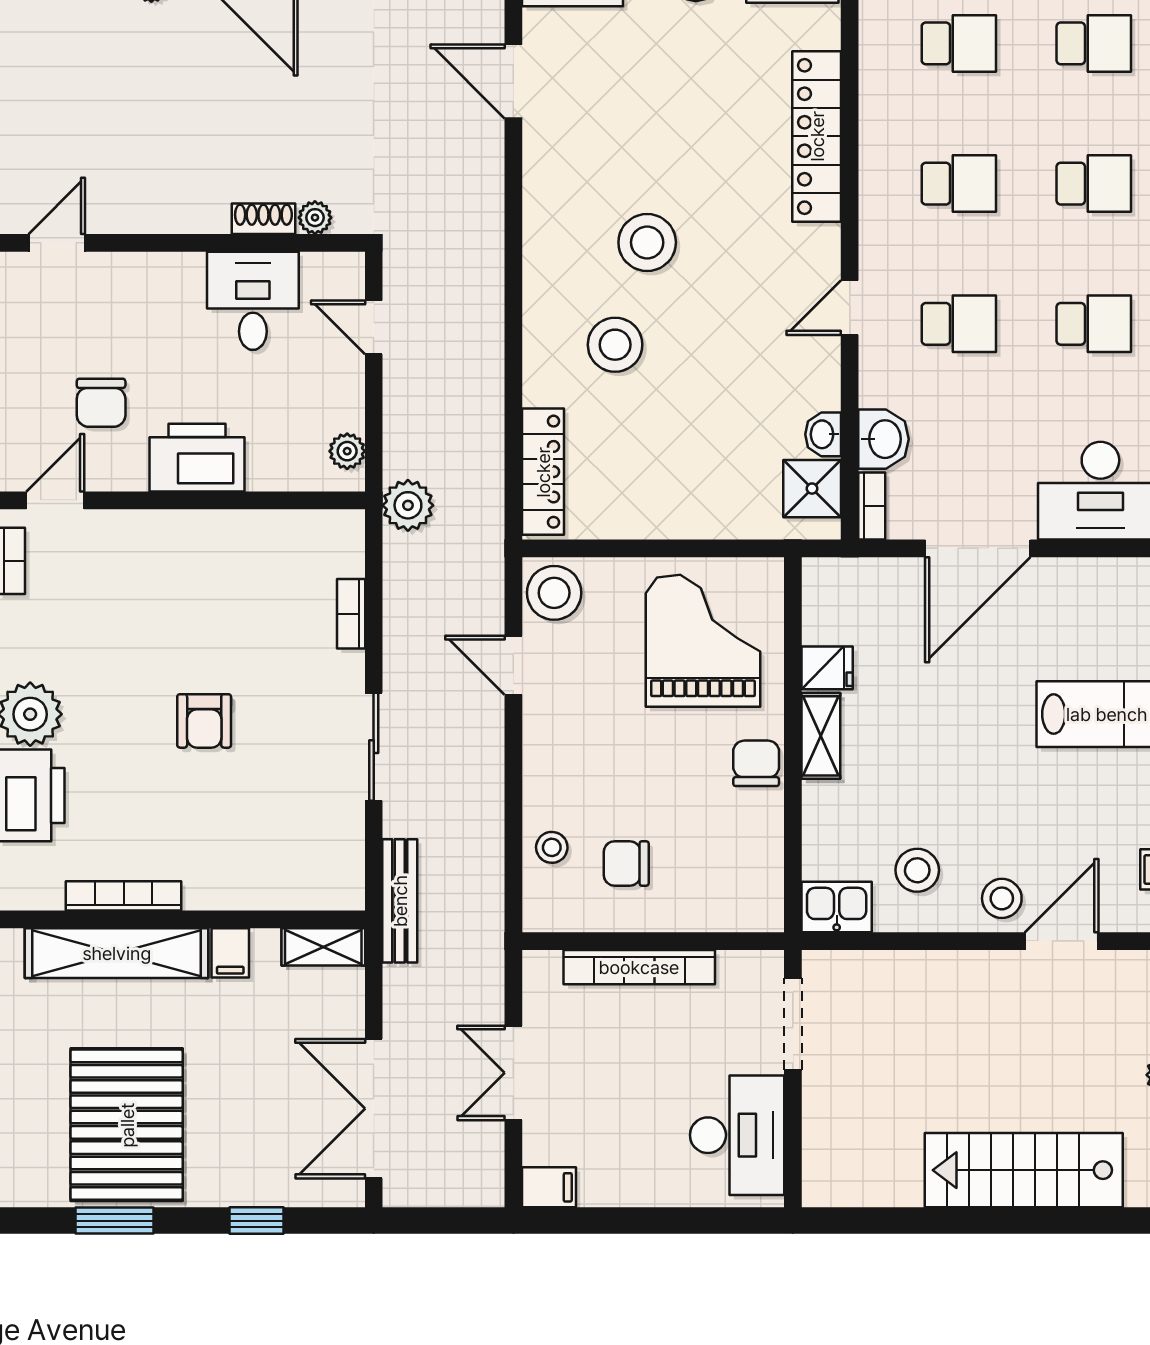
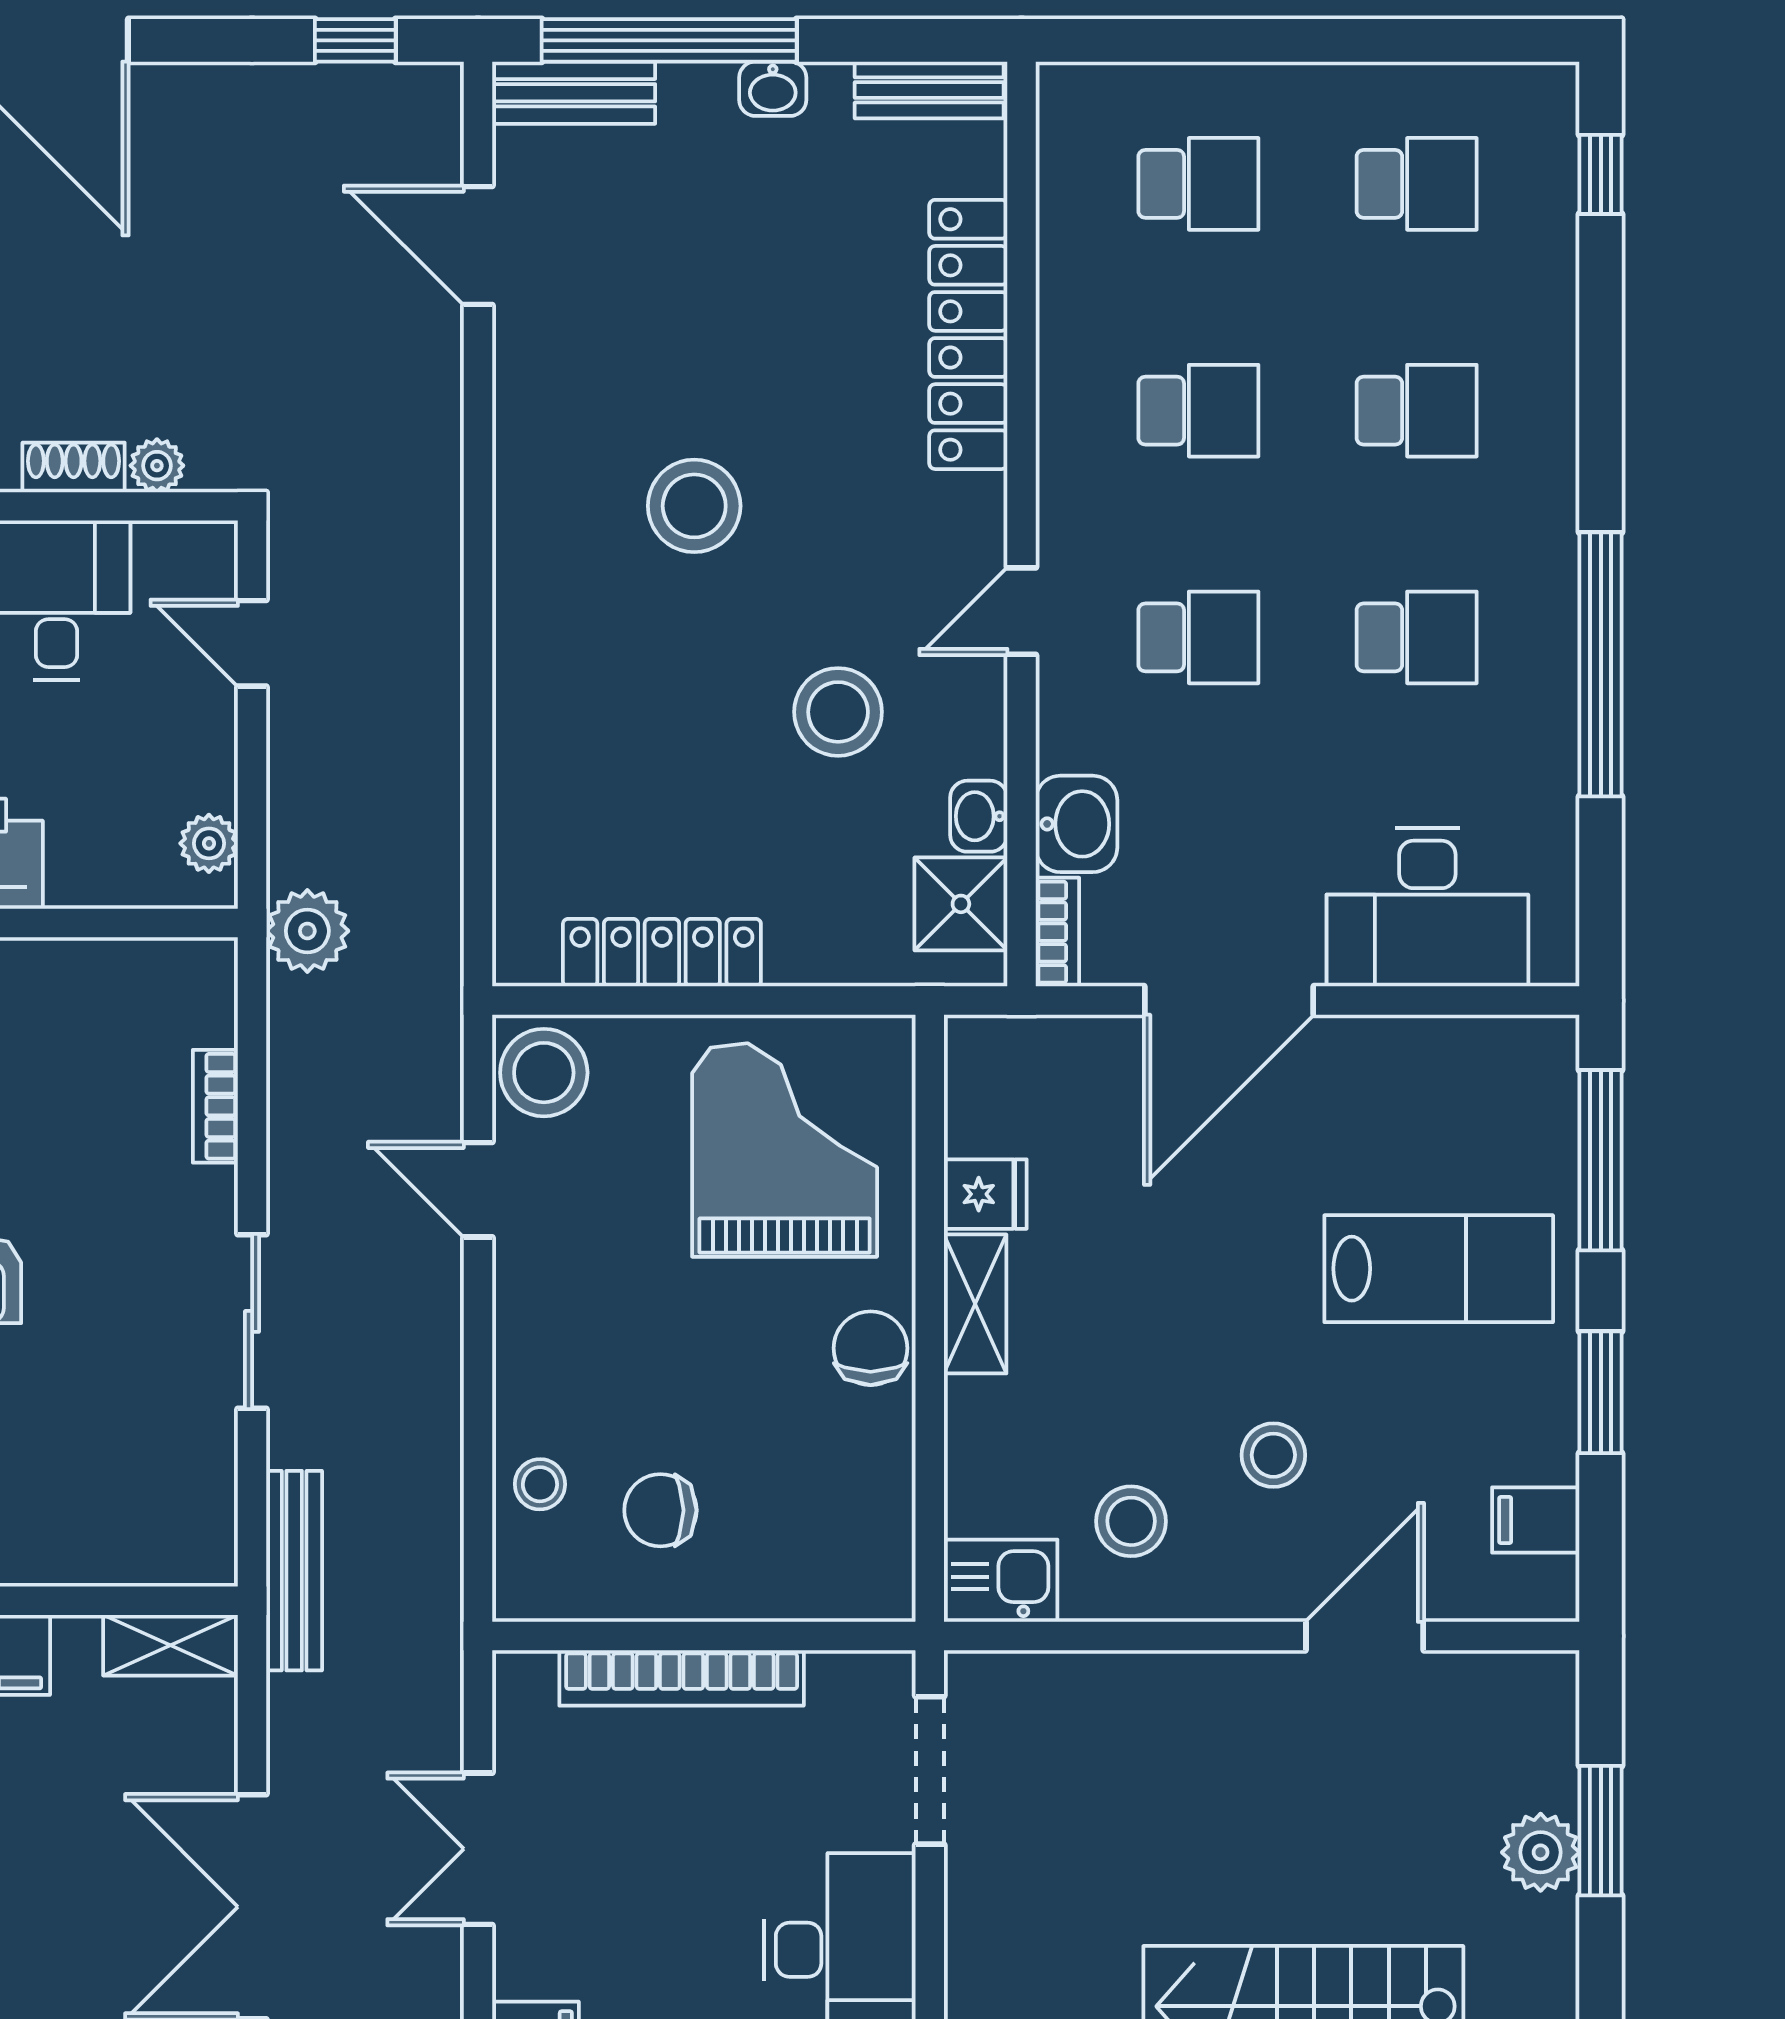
stool: (615, 345) -> (838, 712), moved
locker: (543, 472) -> (662, 953), moved, turned -90
stool: (1002, 898) -> (1273, 1455), moved

